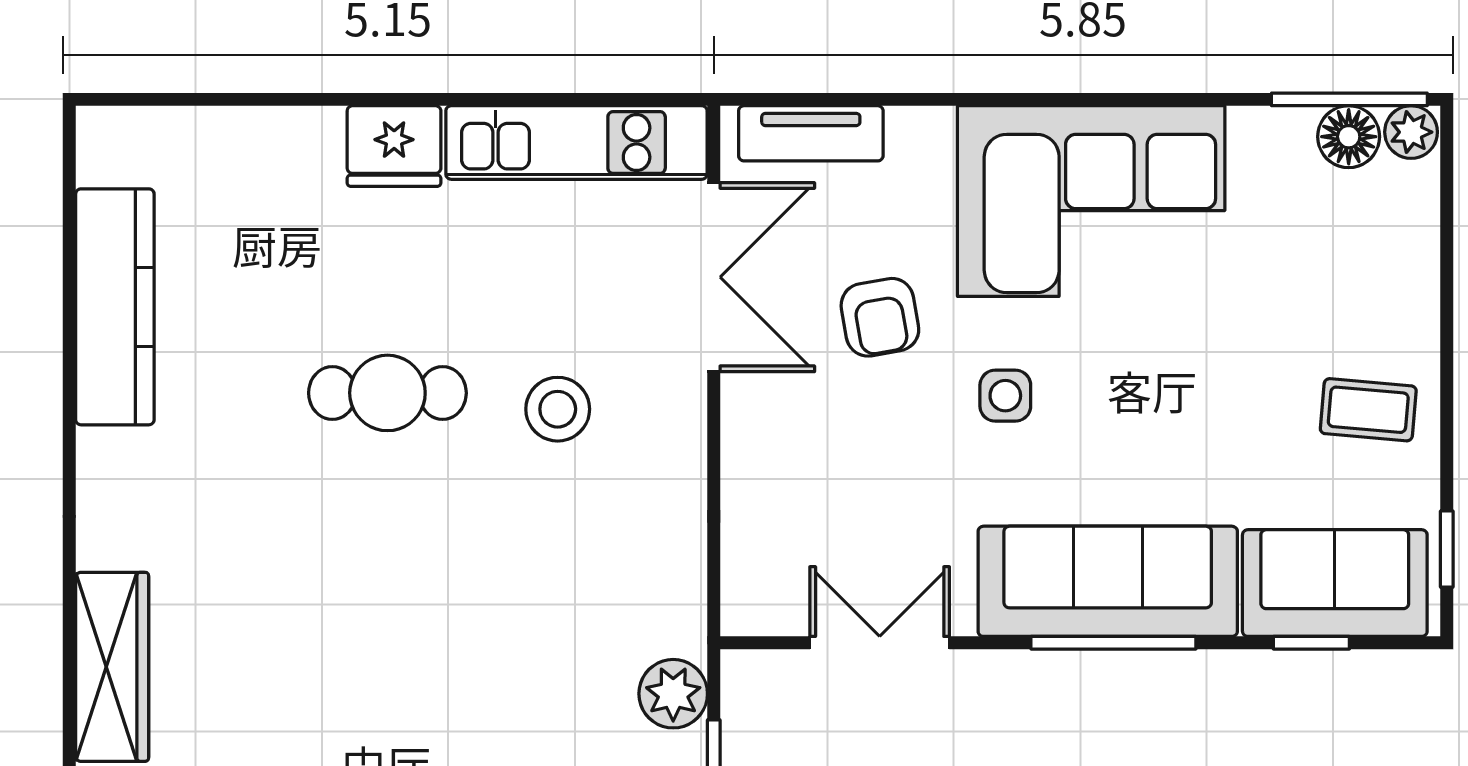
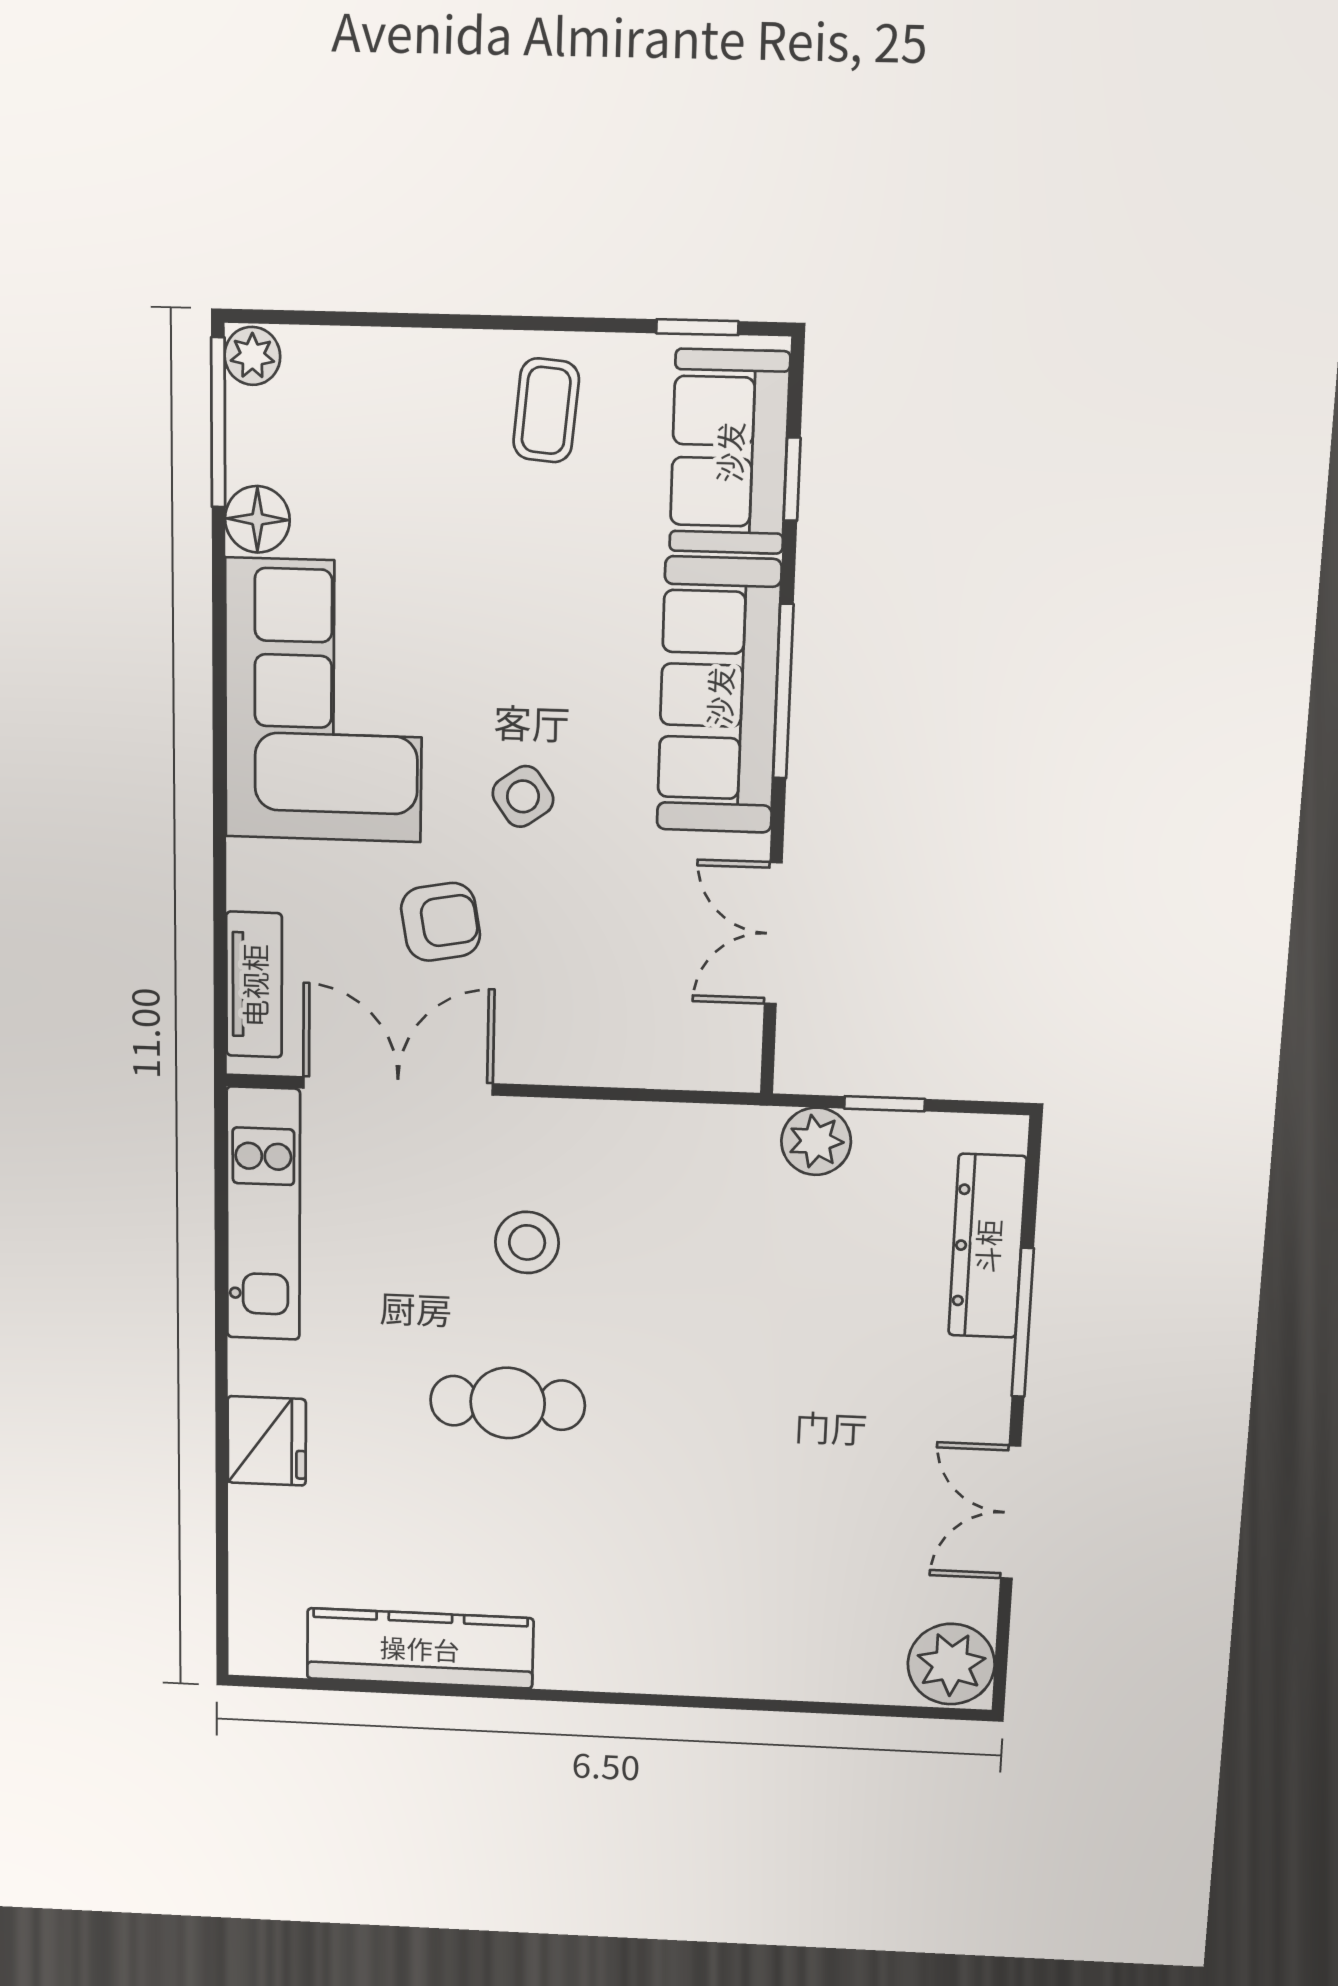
floor lamp: (1349, 137) -> (257, 519), moved
fridge: (394, 146) -> (267, 1441), moved
cafe table: (387, 393) -> (508, 1403), turned 90
side table: (1005, 396) -> (523, 796), turned -35
wardrobe: (112, 667) -> (766, 1667), removed

